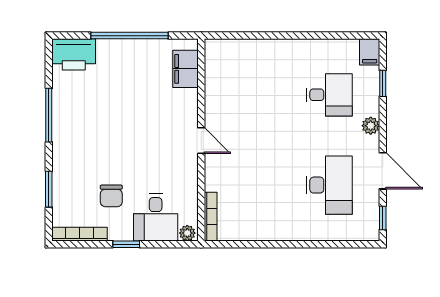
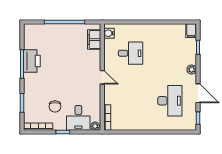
printer: (74, 54) -> (32, 61), moved, turned -90
water cooler: (214, 57) -> (109, 33), added
desk: (329, 95) -> (131, 53), moved

